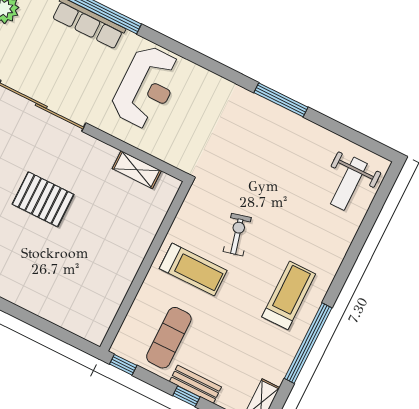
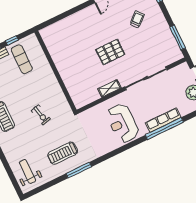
shelving: (137, 170) -> (109, 88), moved
treadmill: (193, 270) -> (63, 153), moved
window: (123, 365) -> (12, 40), moved

